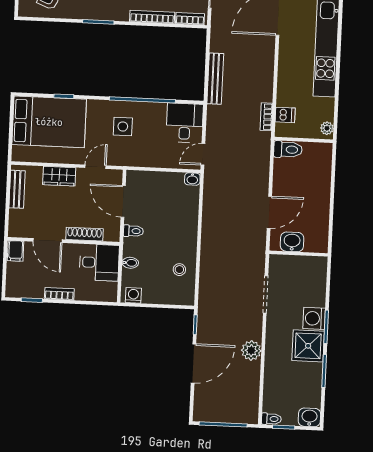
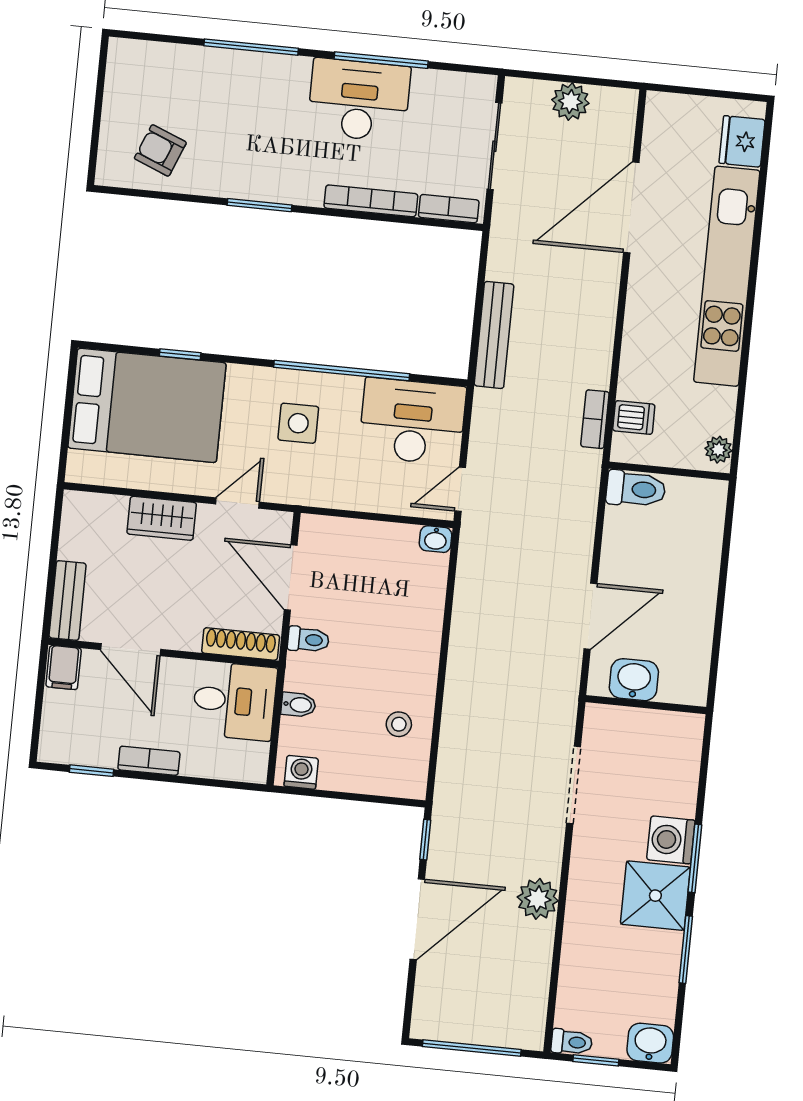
desk: (185, 123) -> (412, 421), width x1.37
bench: (17, 189) -> (68, 600), moved
shoe rack: (84, 234) -> (241, 644), moved

